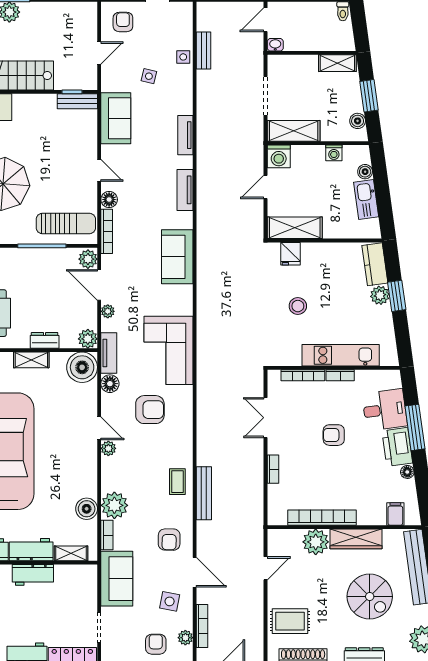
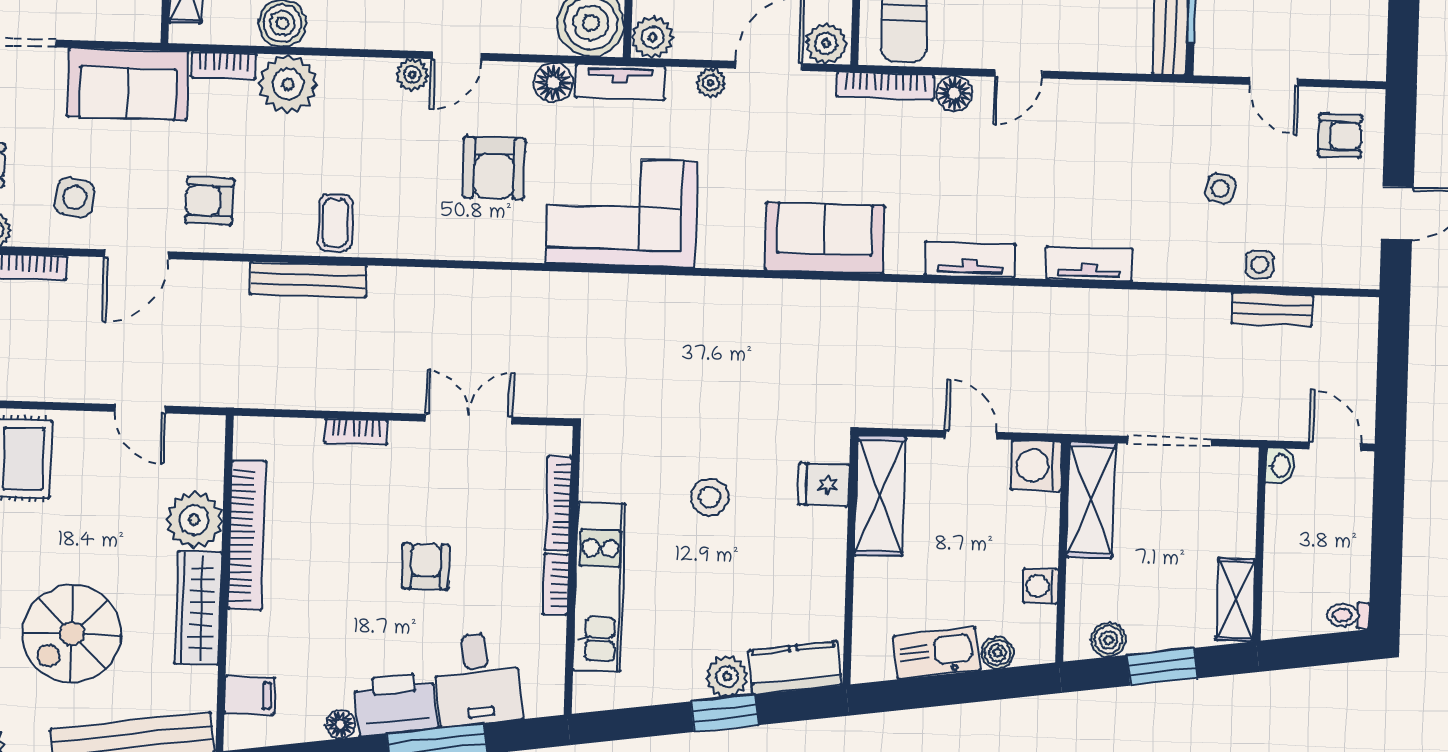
sofa: (116, 118) -> (1131, 113), removed
coffee table: (177, 482) -> (335, 223), turned 90

